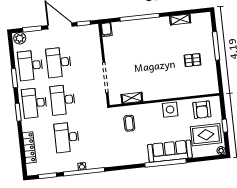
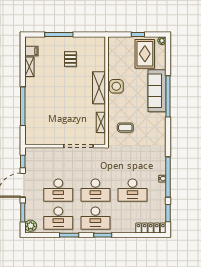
filing cabinet: (106, 30) -> (31, 51), moved
shelving: (167, 92) -> (99, 88), added
armchair: (202, 110) -> (120, 55), removed
locker: (29, 148) -> (151, 228), moved

